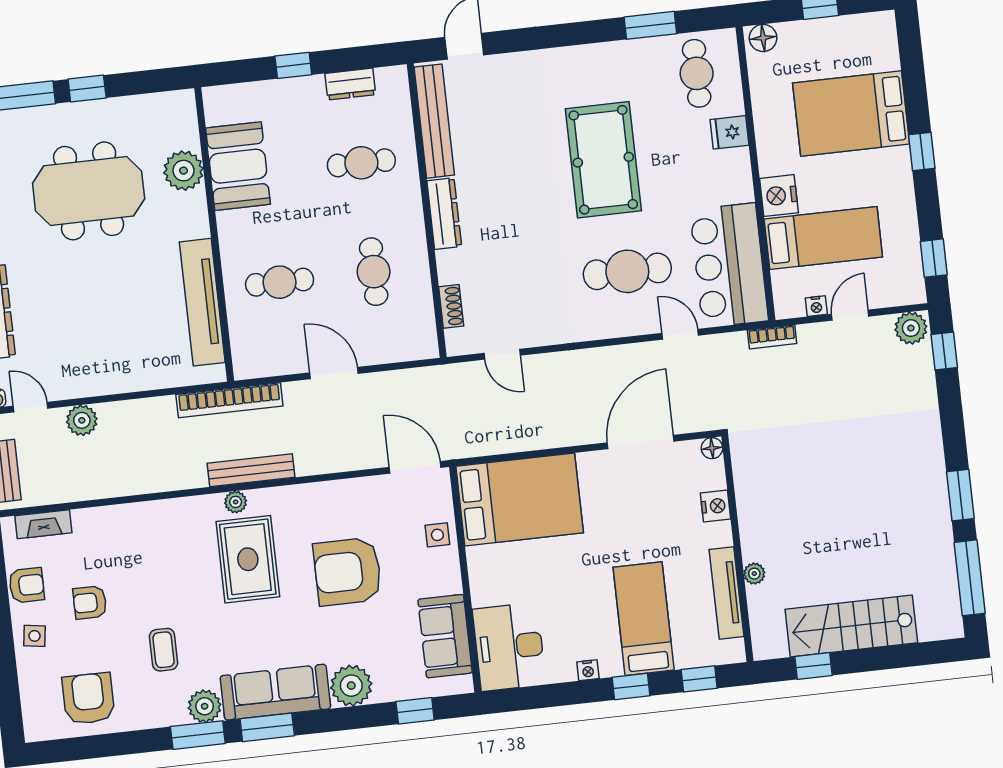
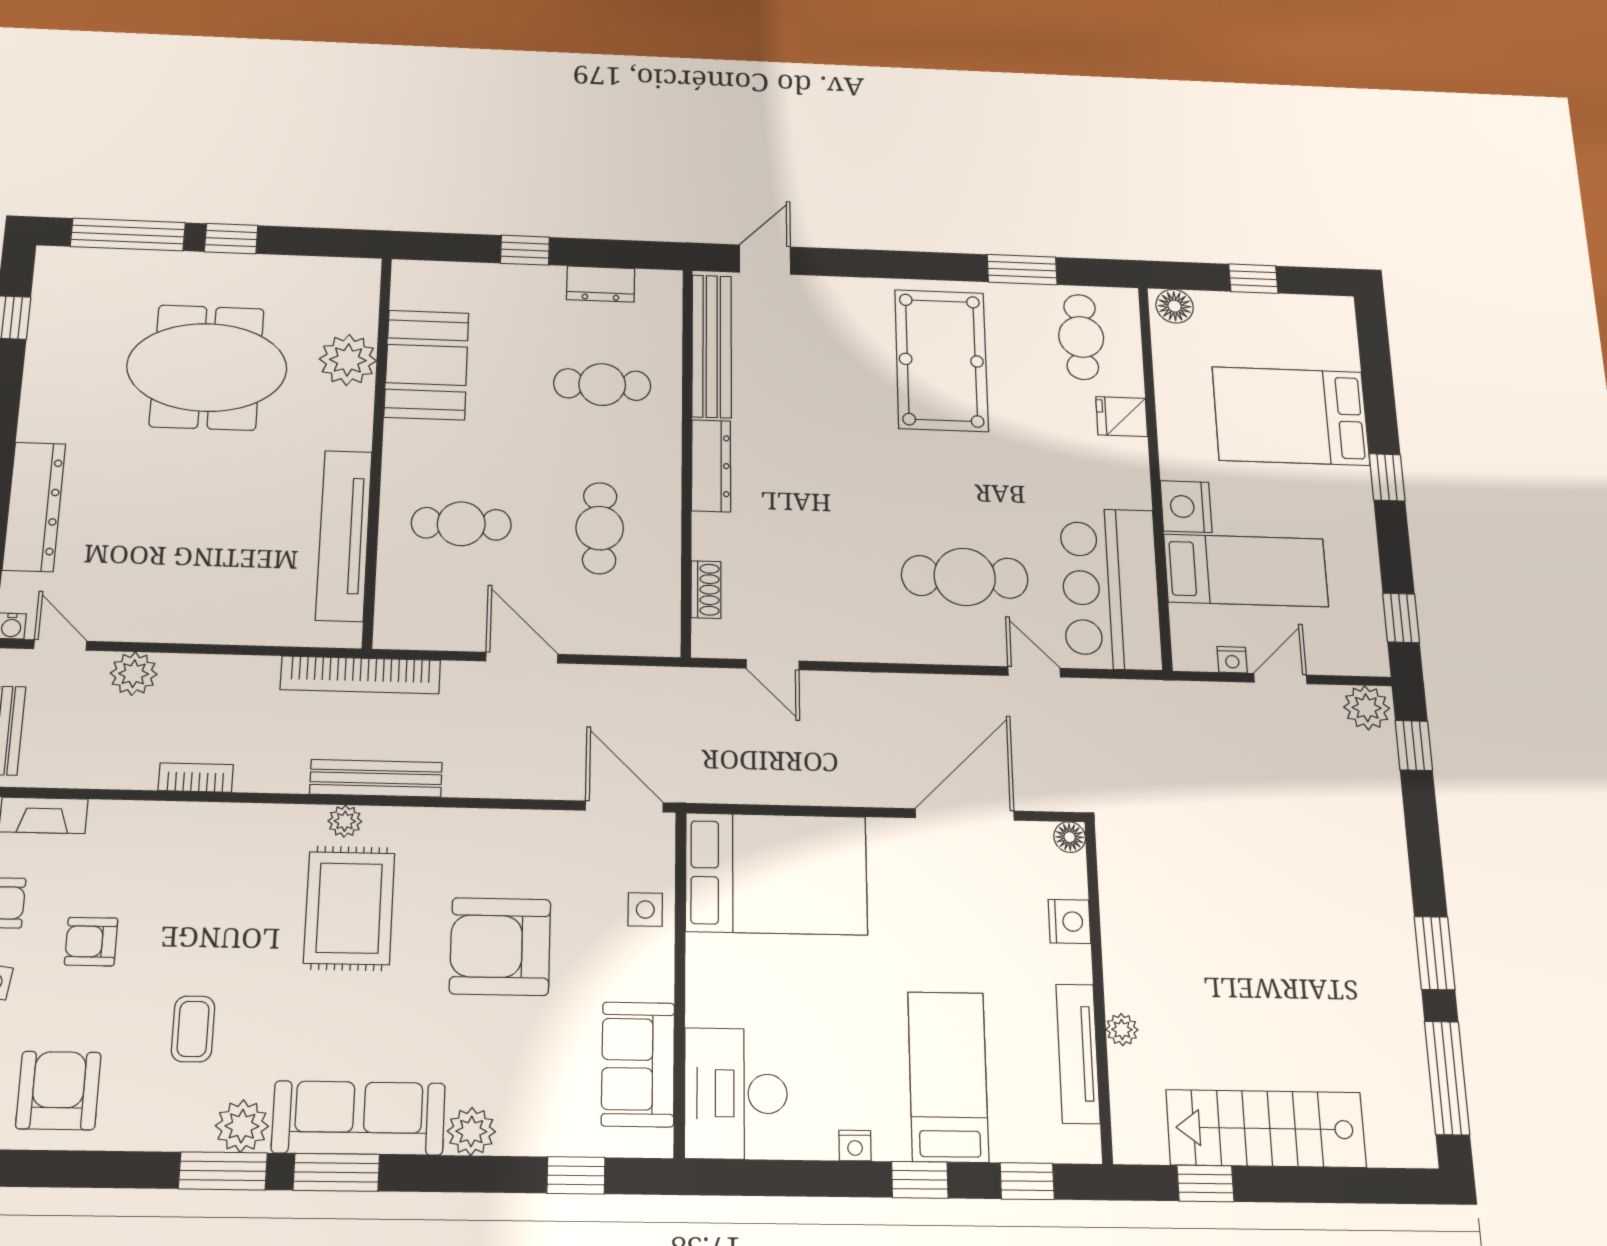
pool table: (603, 160) -> (941, 360), moved
bookcase: (772, 337) -> (196, 778), moved, turned 180
plant: (351, 686) -> (471, 1131), width x0.73, depth x0.73

